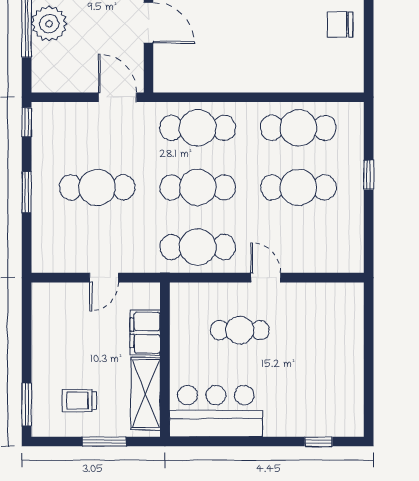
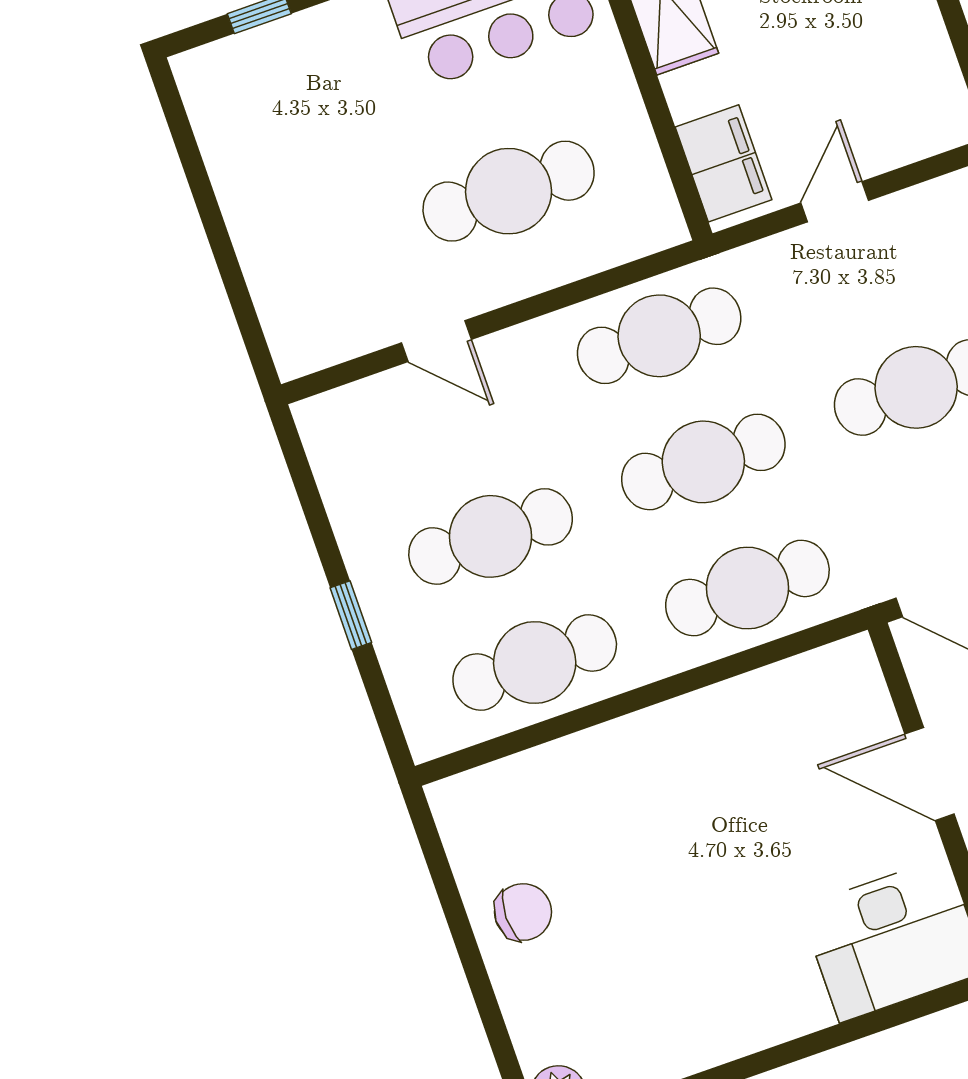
door: (266, 278) -> (436, 341), moved
cafe table: (240, 330) -> (509, 191), width x1.37, depth x1.35
filing cabinet: (145, 333) -> (723, 163), moved

